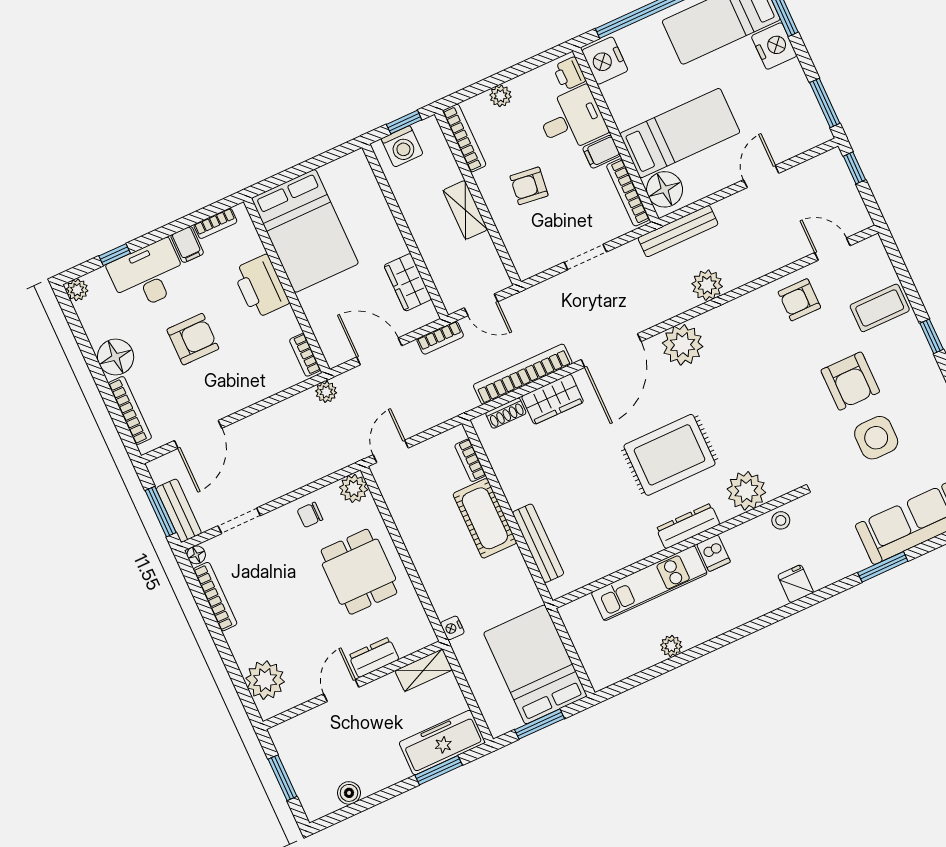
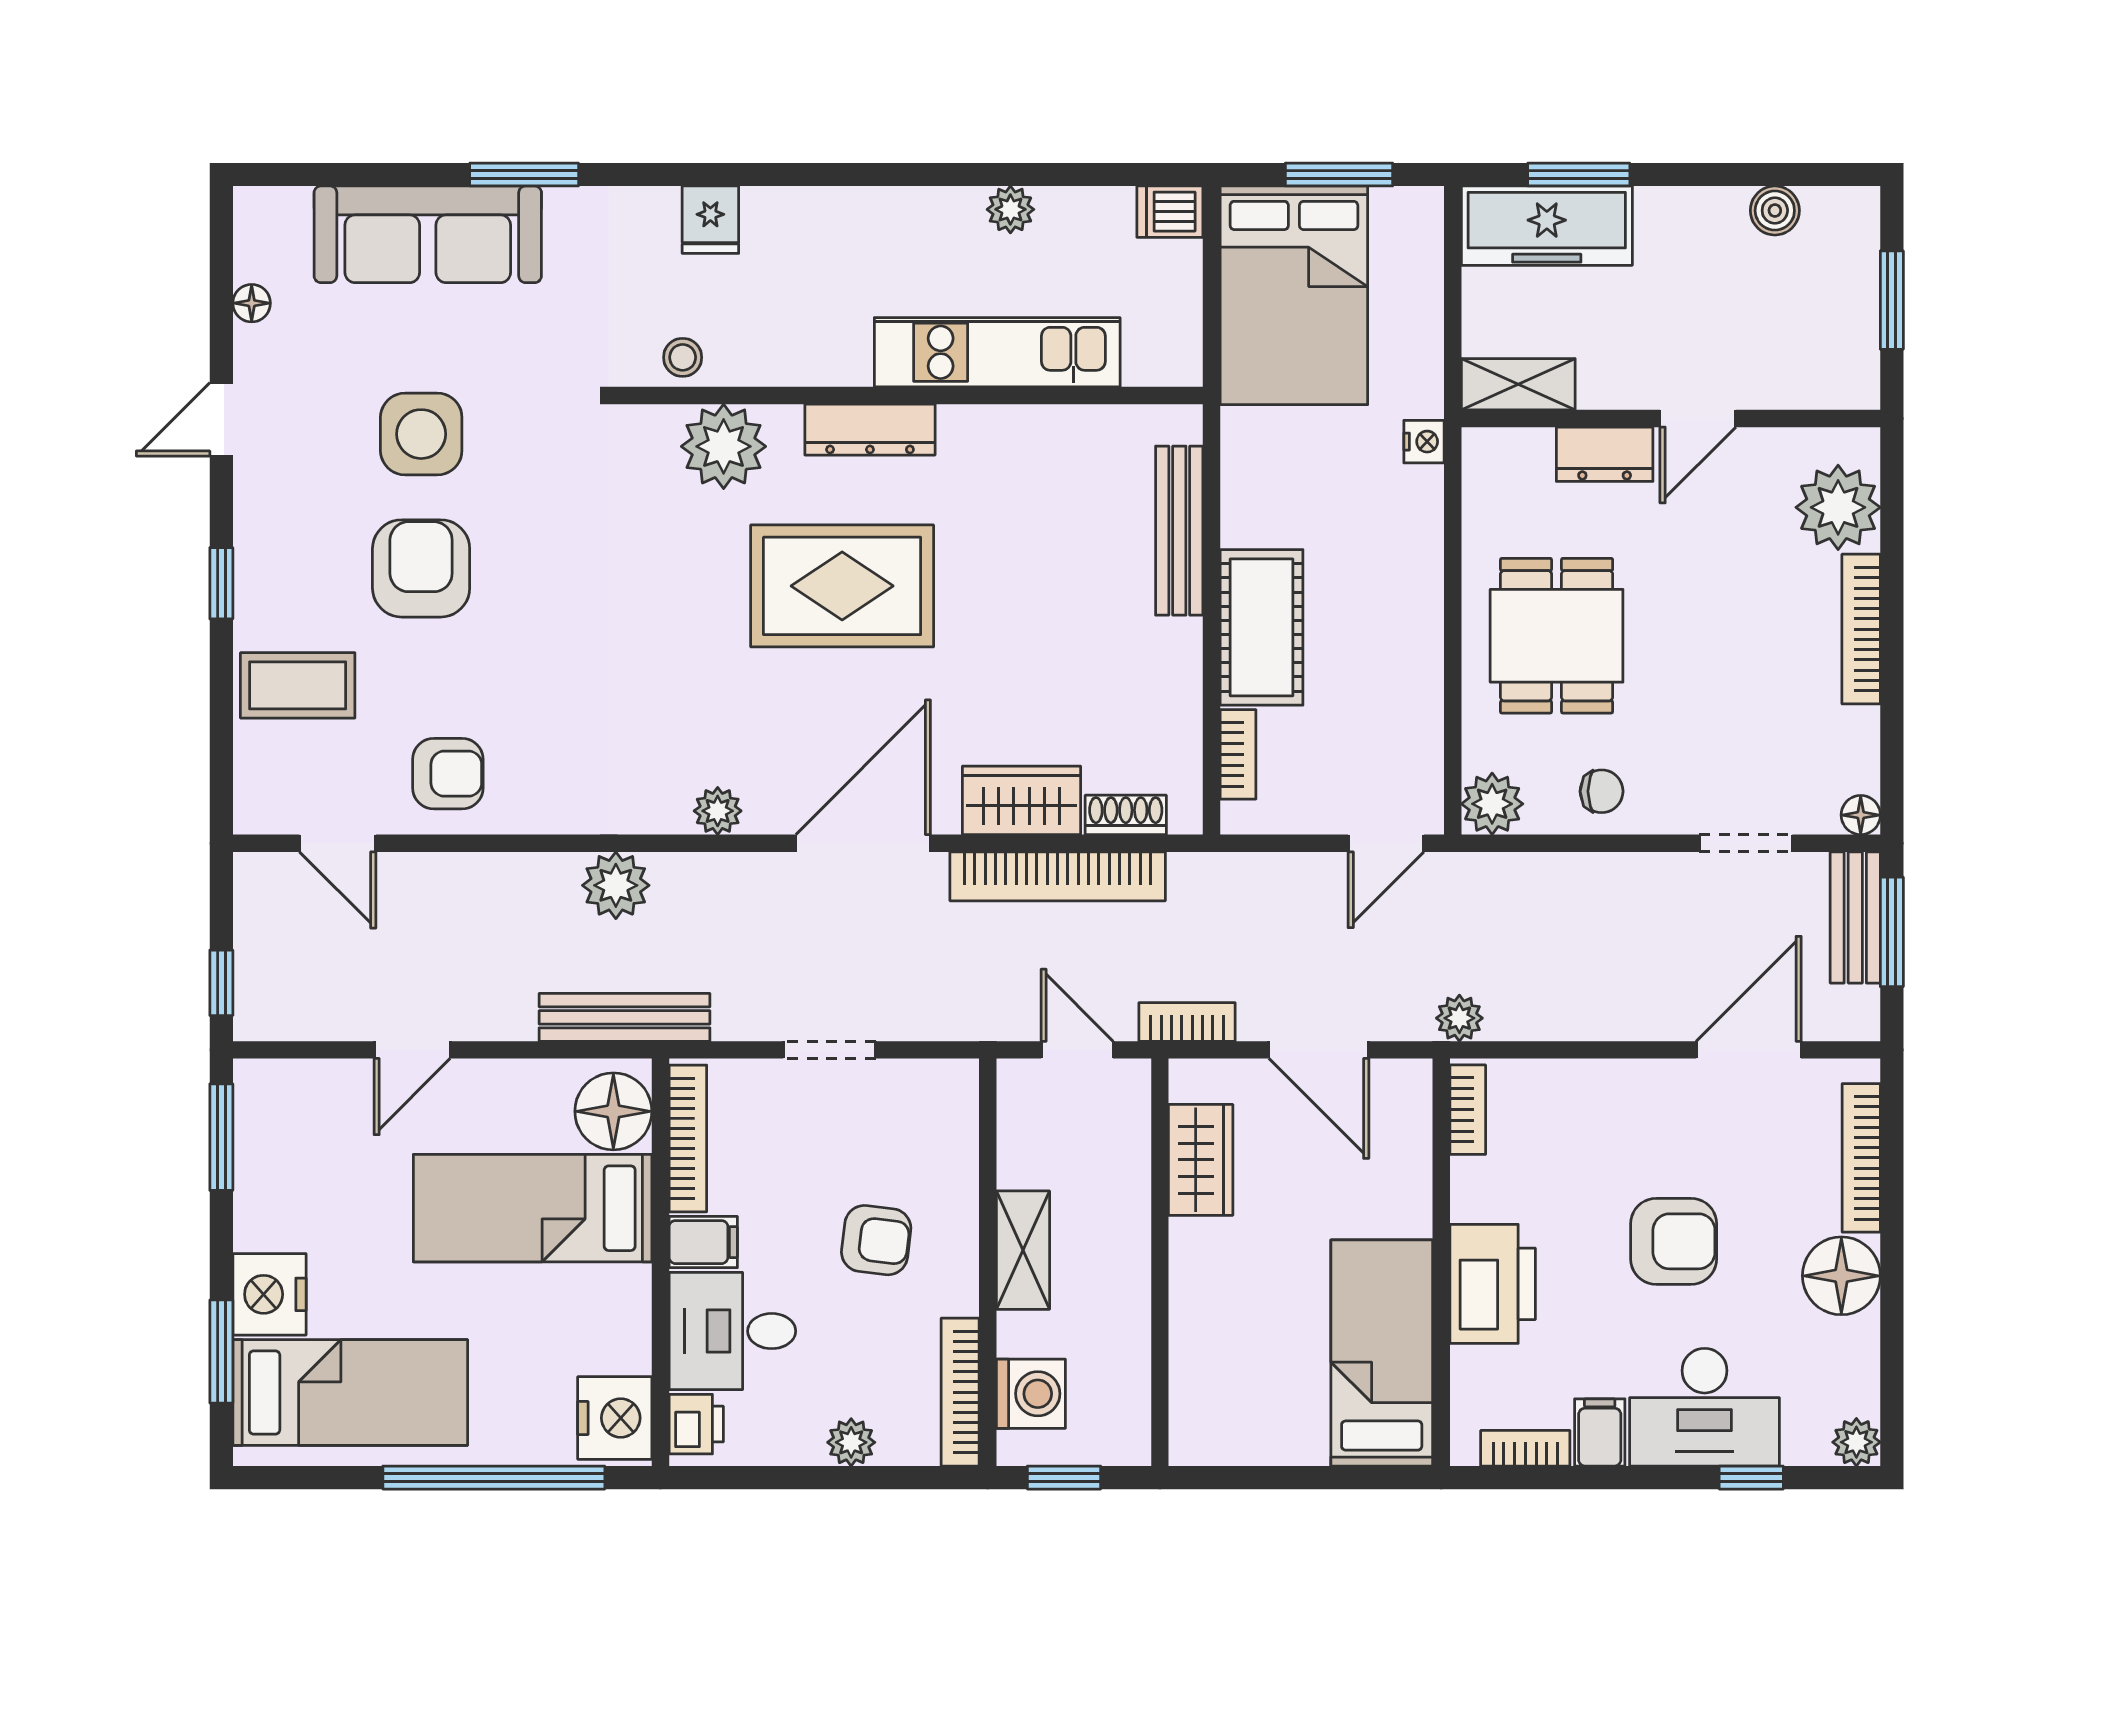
washing machine: (402, 146) -> (1031, 1394), moved, turned 90
bed: (305, 231) -> (1382, 1353), width x0.67
armchair: (193, 339) -> (1674, 1241), turned 180
plant: (683, 345) -> (718, 811), width x0.53, depth x0.53
dishwasher: (713, 553) -> (1170, 212), moved, turned -90
bookcase: (215, 597) -> (1861, 629), moved

